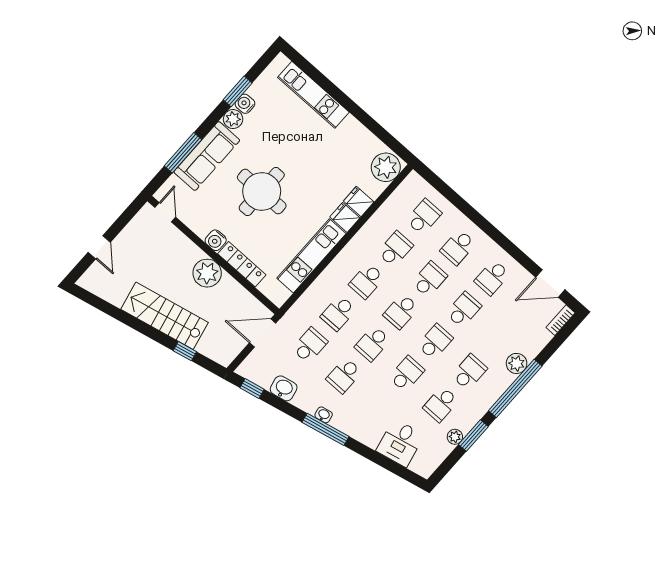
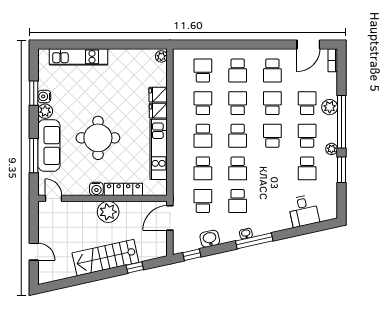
plant: (386, 167) -> (161, 56), width x0.53, depth x0.53
school desk: (407, 374) -> (307, 103), moved
plant: (455, 437) -> (332, 149), moved

